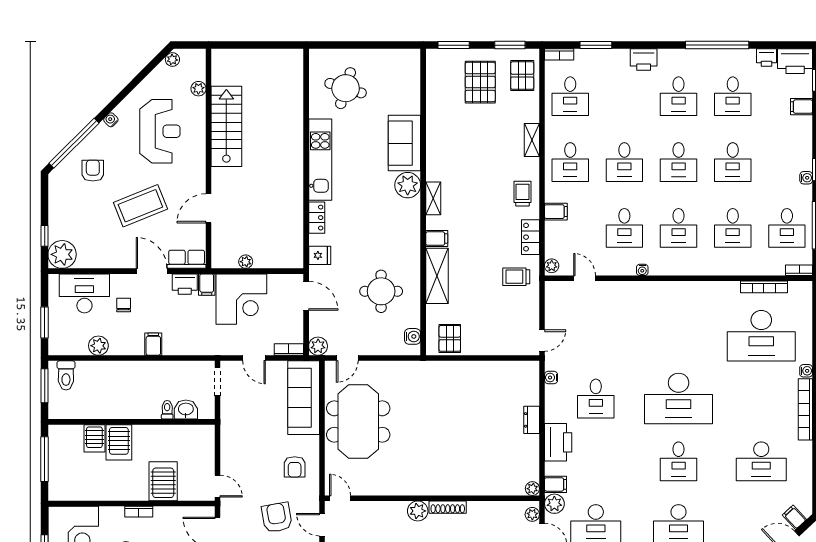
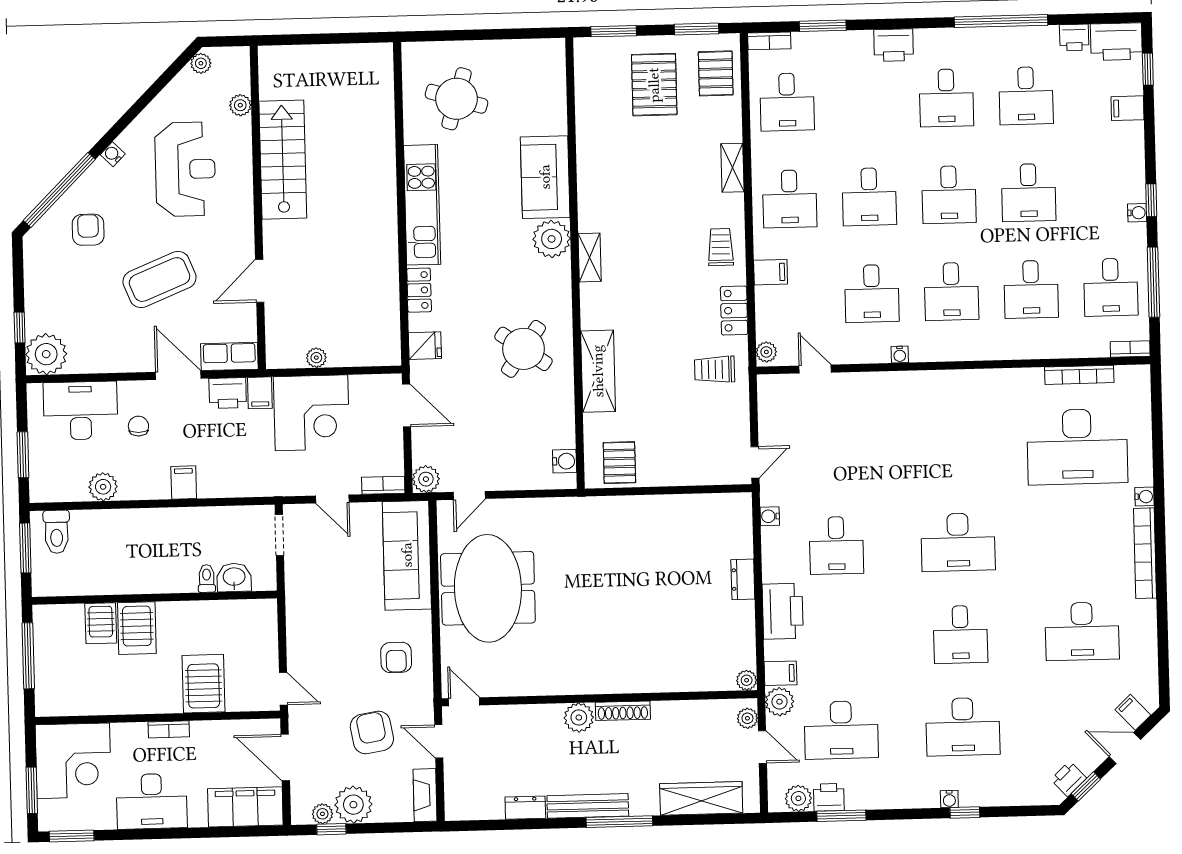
filing cabinet: (437, 239) -> (596, 316), removed
round table: (381, 291) -> (523, 349), moved, turned 35
desk: (679, 399) -> (958, 542), width x0.73, depth x0.77

